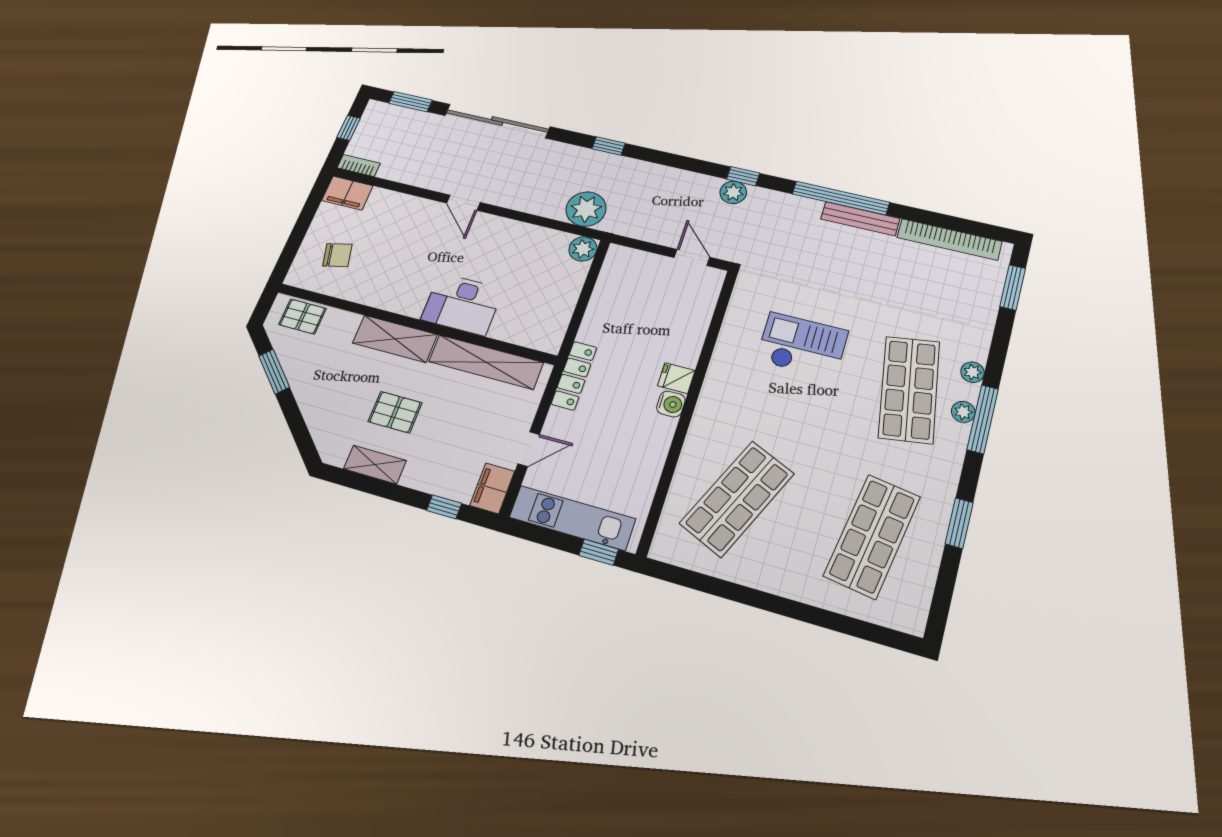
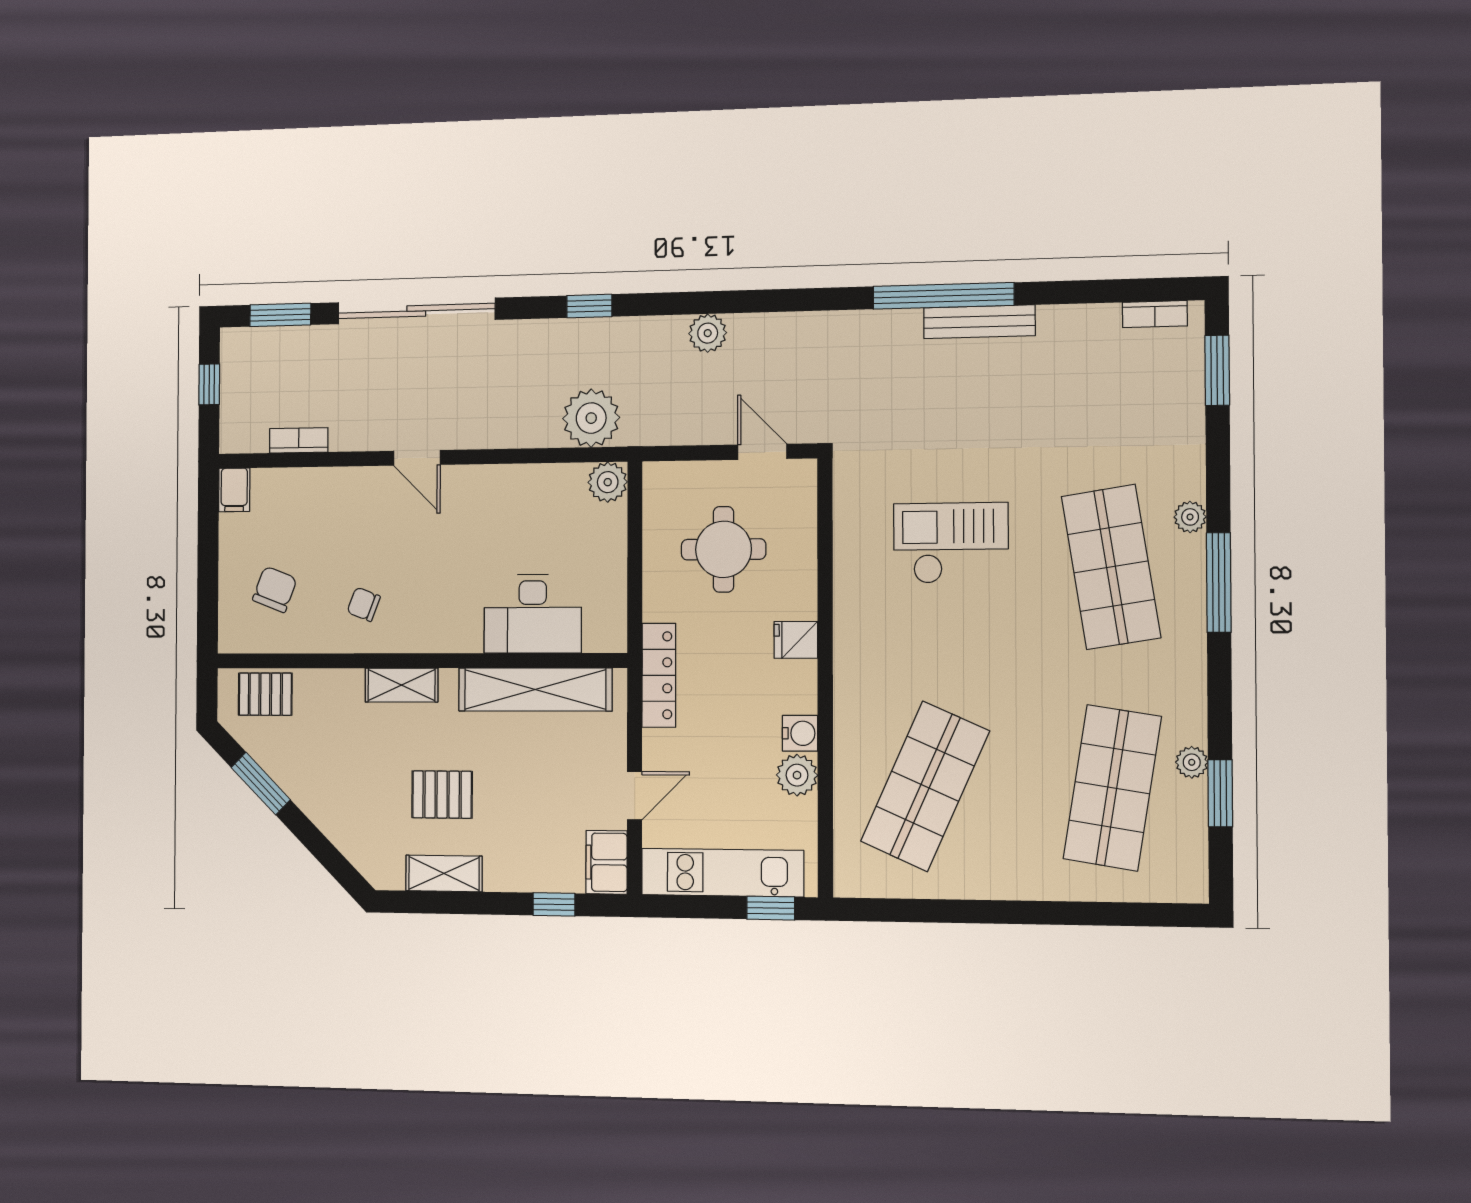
bookcase: (359, 166) -> (299, 440), moved
window: (743, 176) -> (796, 300), removed
plant: (733, 192) -> (708, 333), moved
filing cabinet: (347, 193) -> (234, 490), width x0.50
bookcase: (949, 239) -> (1155, 314), width x0.43, depth x0.76
chair: (337, 255) -> (275, 589), turned -56
chair: (392, 279) -> (364, 604), added
desk: (462, 304) -> (533, 614), moved
round table: (646, 309) -> (724, 549), added
shelving: (395, 339) -> (402, 685), width x0.67, depth x0.75
water cooler: (671, 404) -> (800, 733), moved
plant: (963, 412) -> (1192, 762), moved
plant: (648, 466) -> (797, 775), added
window: (959, 523) -> (1220, 793), moved

